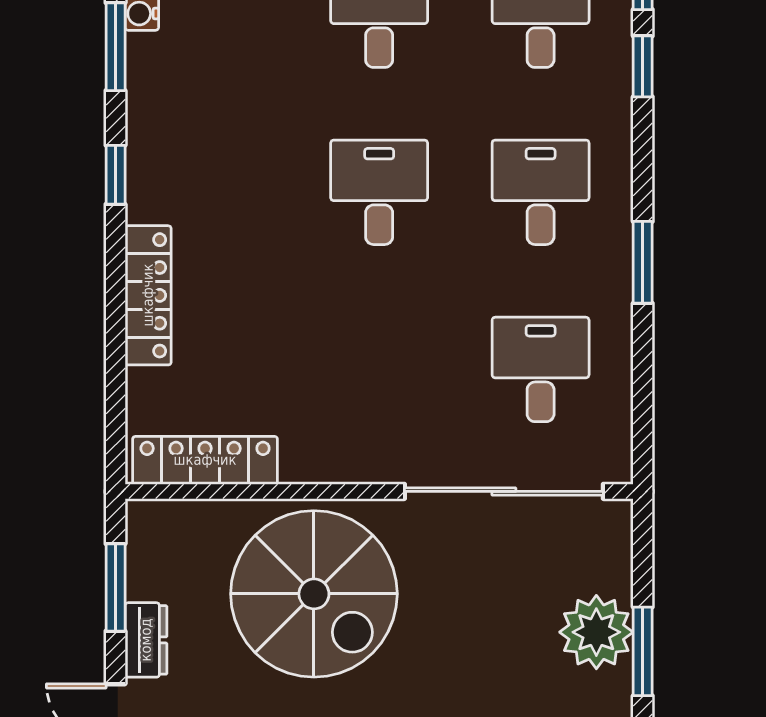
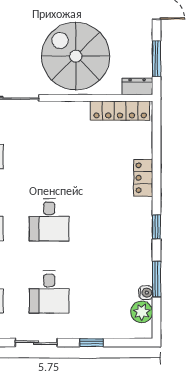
locker: (148, 295) -> (143, 178), width x0.66
dresser: (146, 640) -> (137, 86), moved, turned 90

